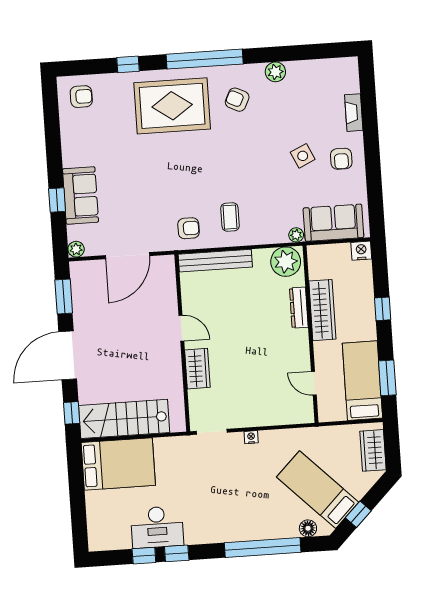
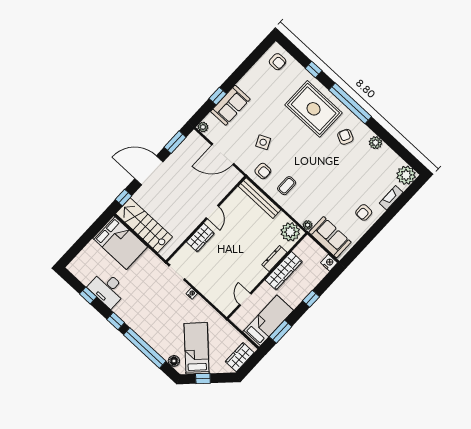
plant: (344, 72) -> (406, 175), added
side table: (303, 156) -> (263, 142), moved
window: (177, 553) -> (116, 321), moved

